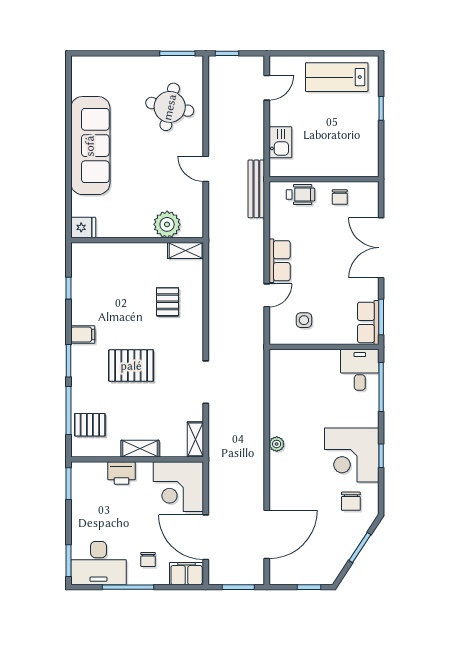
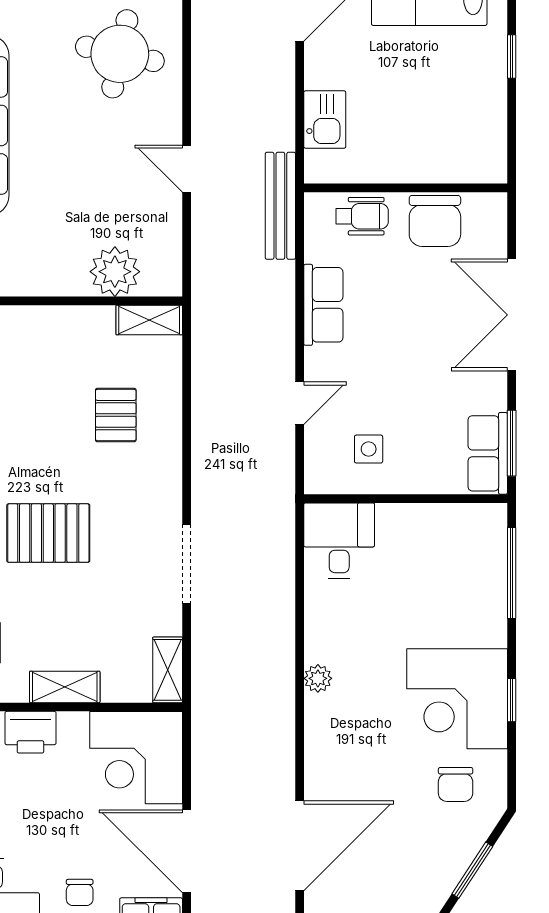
chair: (340, 197) -> (435, 221), width x1.87, depth x1.87
row of seats: (280, 261) -> (323, 305), moved
desk: (360, 370) -> (339, 541), moved

